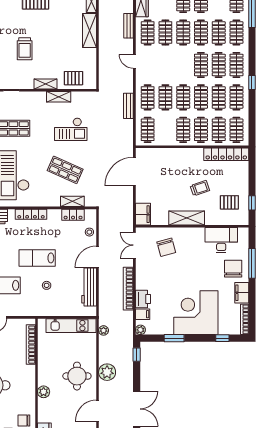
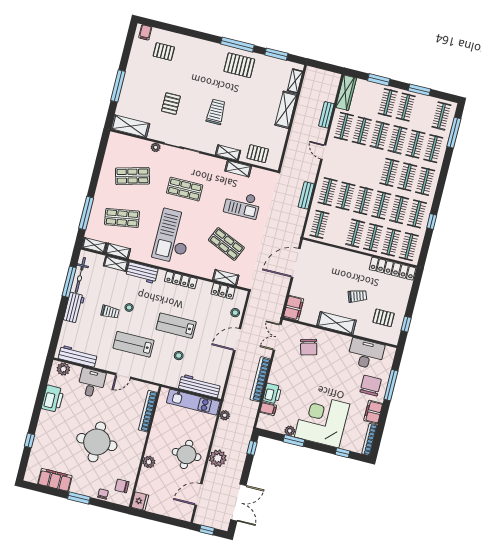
trolley: (25, 49) -> (216, 112), turned 180
window: (252, 82) -> (432, 222), moved
workbench: (89, 287) -> (200, 386), moved, turned 90
plant: (140, 330) -> (290, 431), moved

